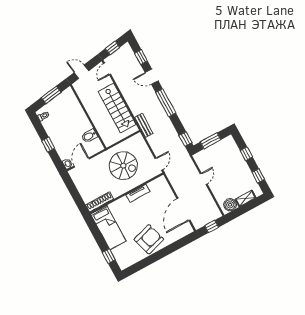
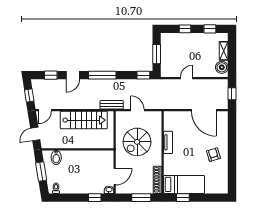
door: (107, 69) -> (45, 110), hinge flipped
bidet: (89, 136) -> (56, 158), moved
window: (48, 144) -> (95, 198), moved
door: (82, 162) -> (115, 177), swing flipped
door: (159, 164) -> (137, 110), moved
spiral stairs: (123, 166) -> (137, 142), turned 180
door: (204, 179) -> (187, 78), hinge flipped
window: (76, 196) -> (141, 198), added
armchair: (149, 239) -> (213, 155), width x0.53, depth x0.53
window: (109, 256) -> (183, 198), moved

